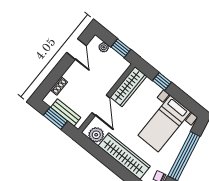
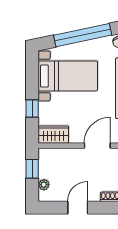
door: (76, 49) -> (78, 208), moved
wardrobe: (128, 87) -> (53, 135), width x0.67

